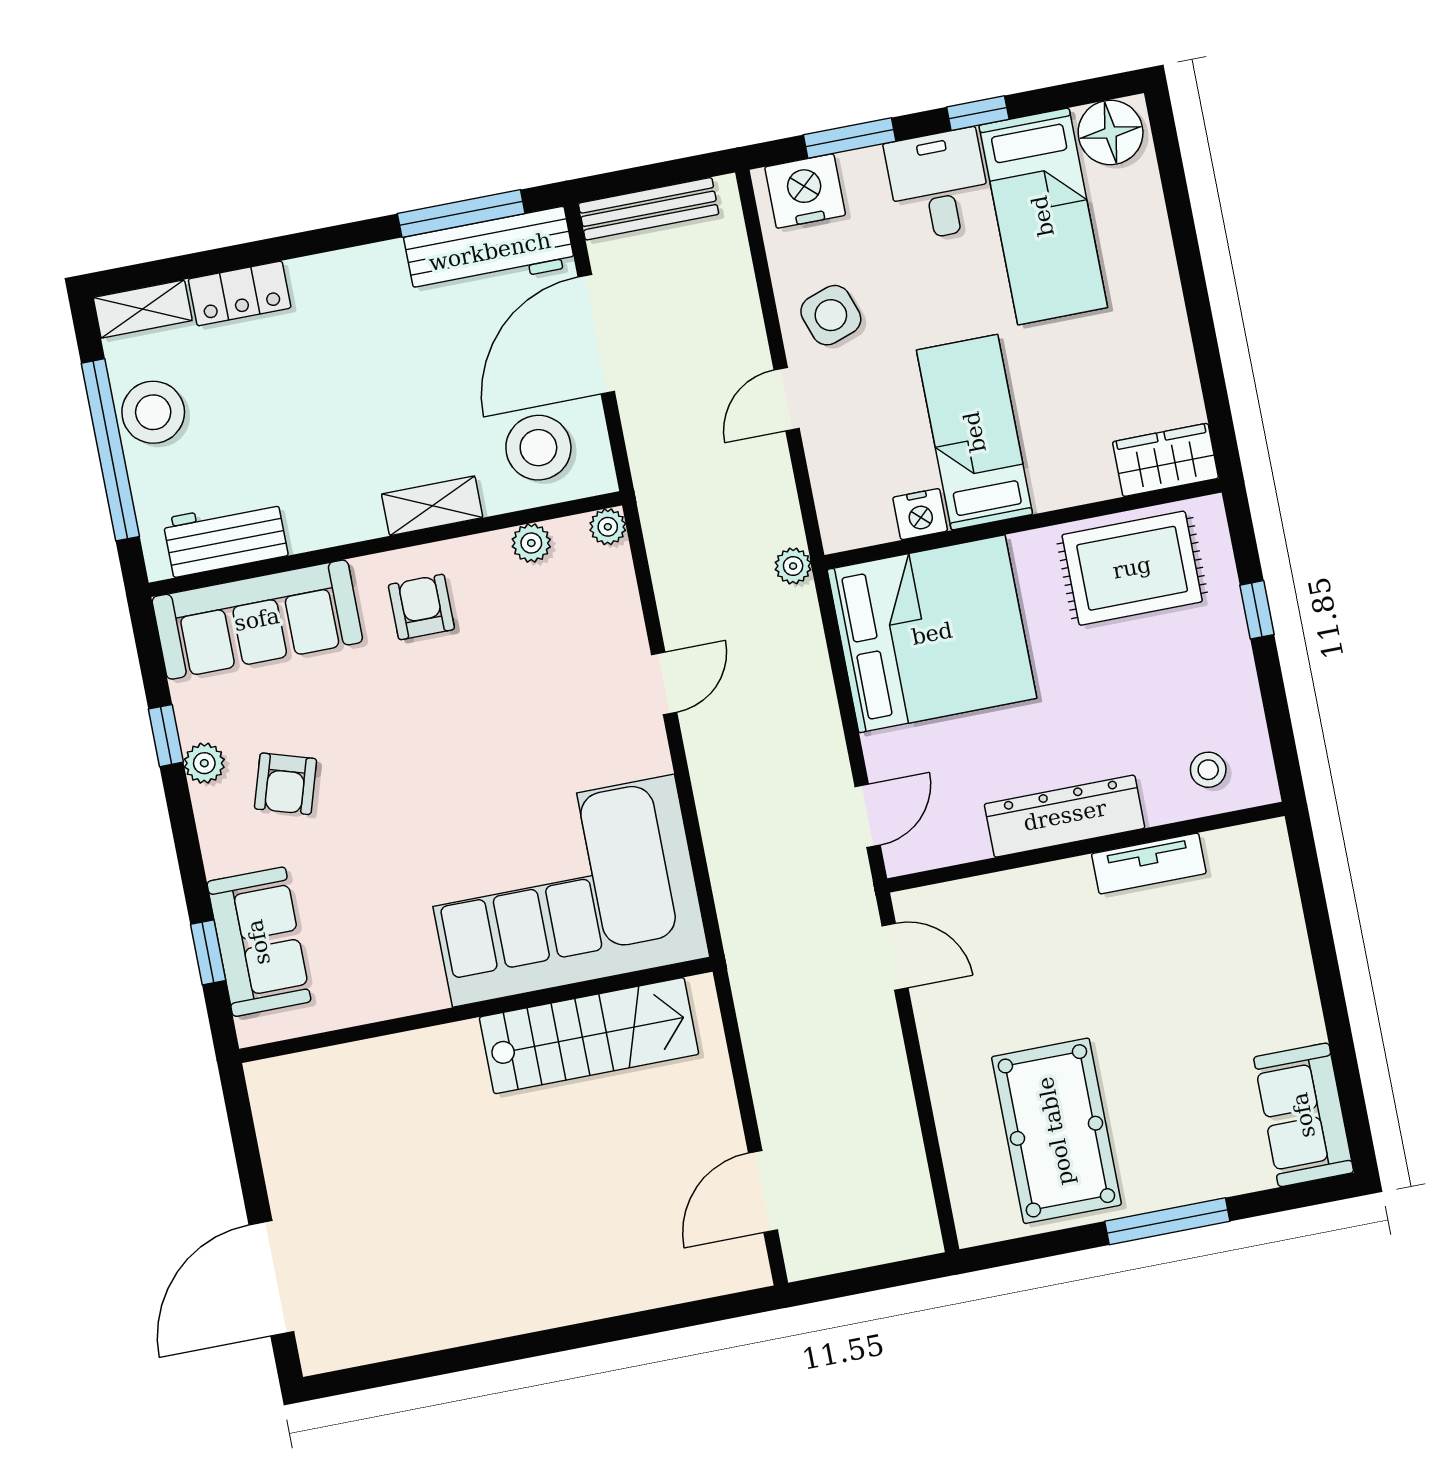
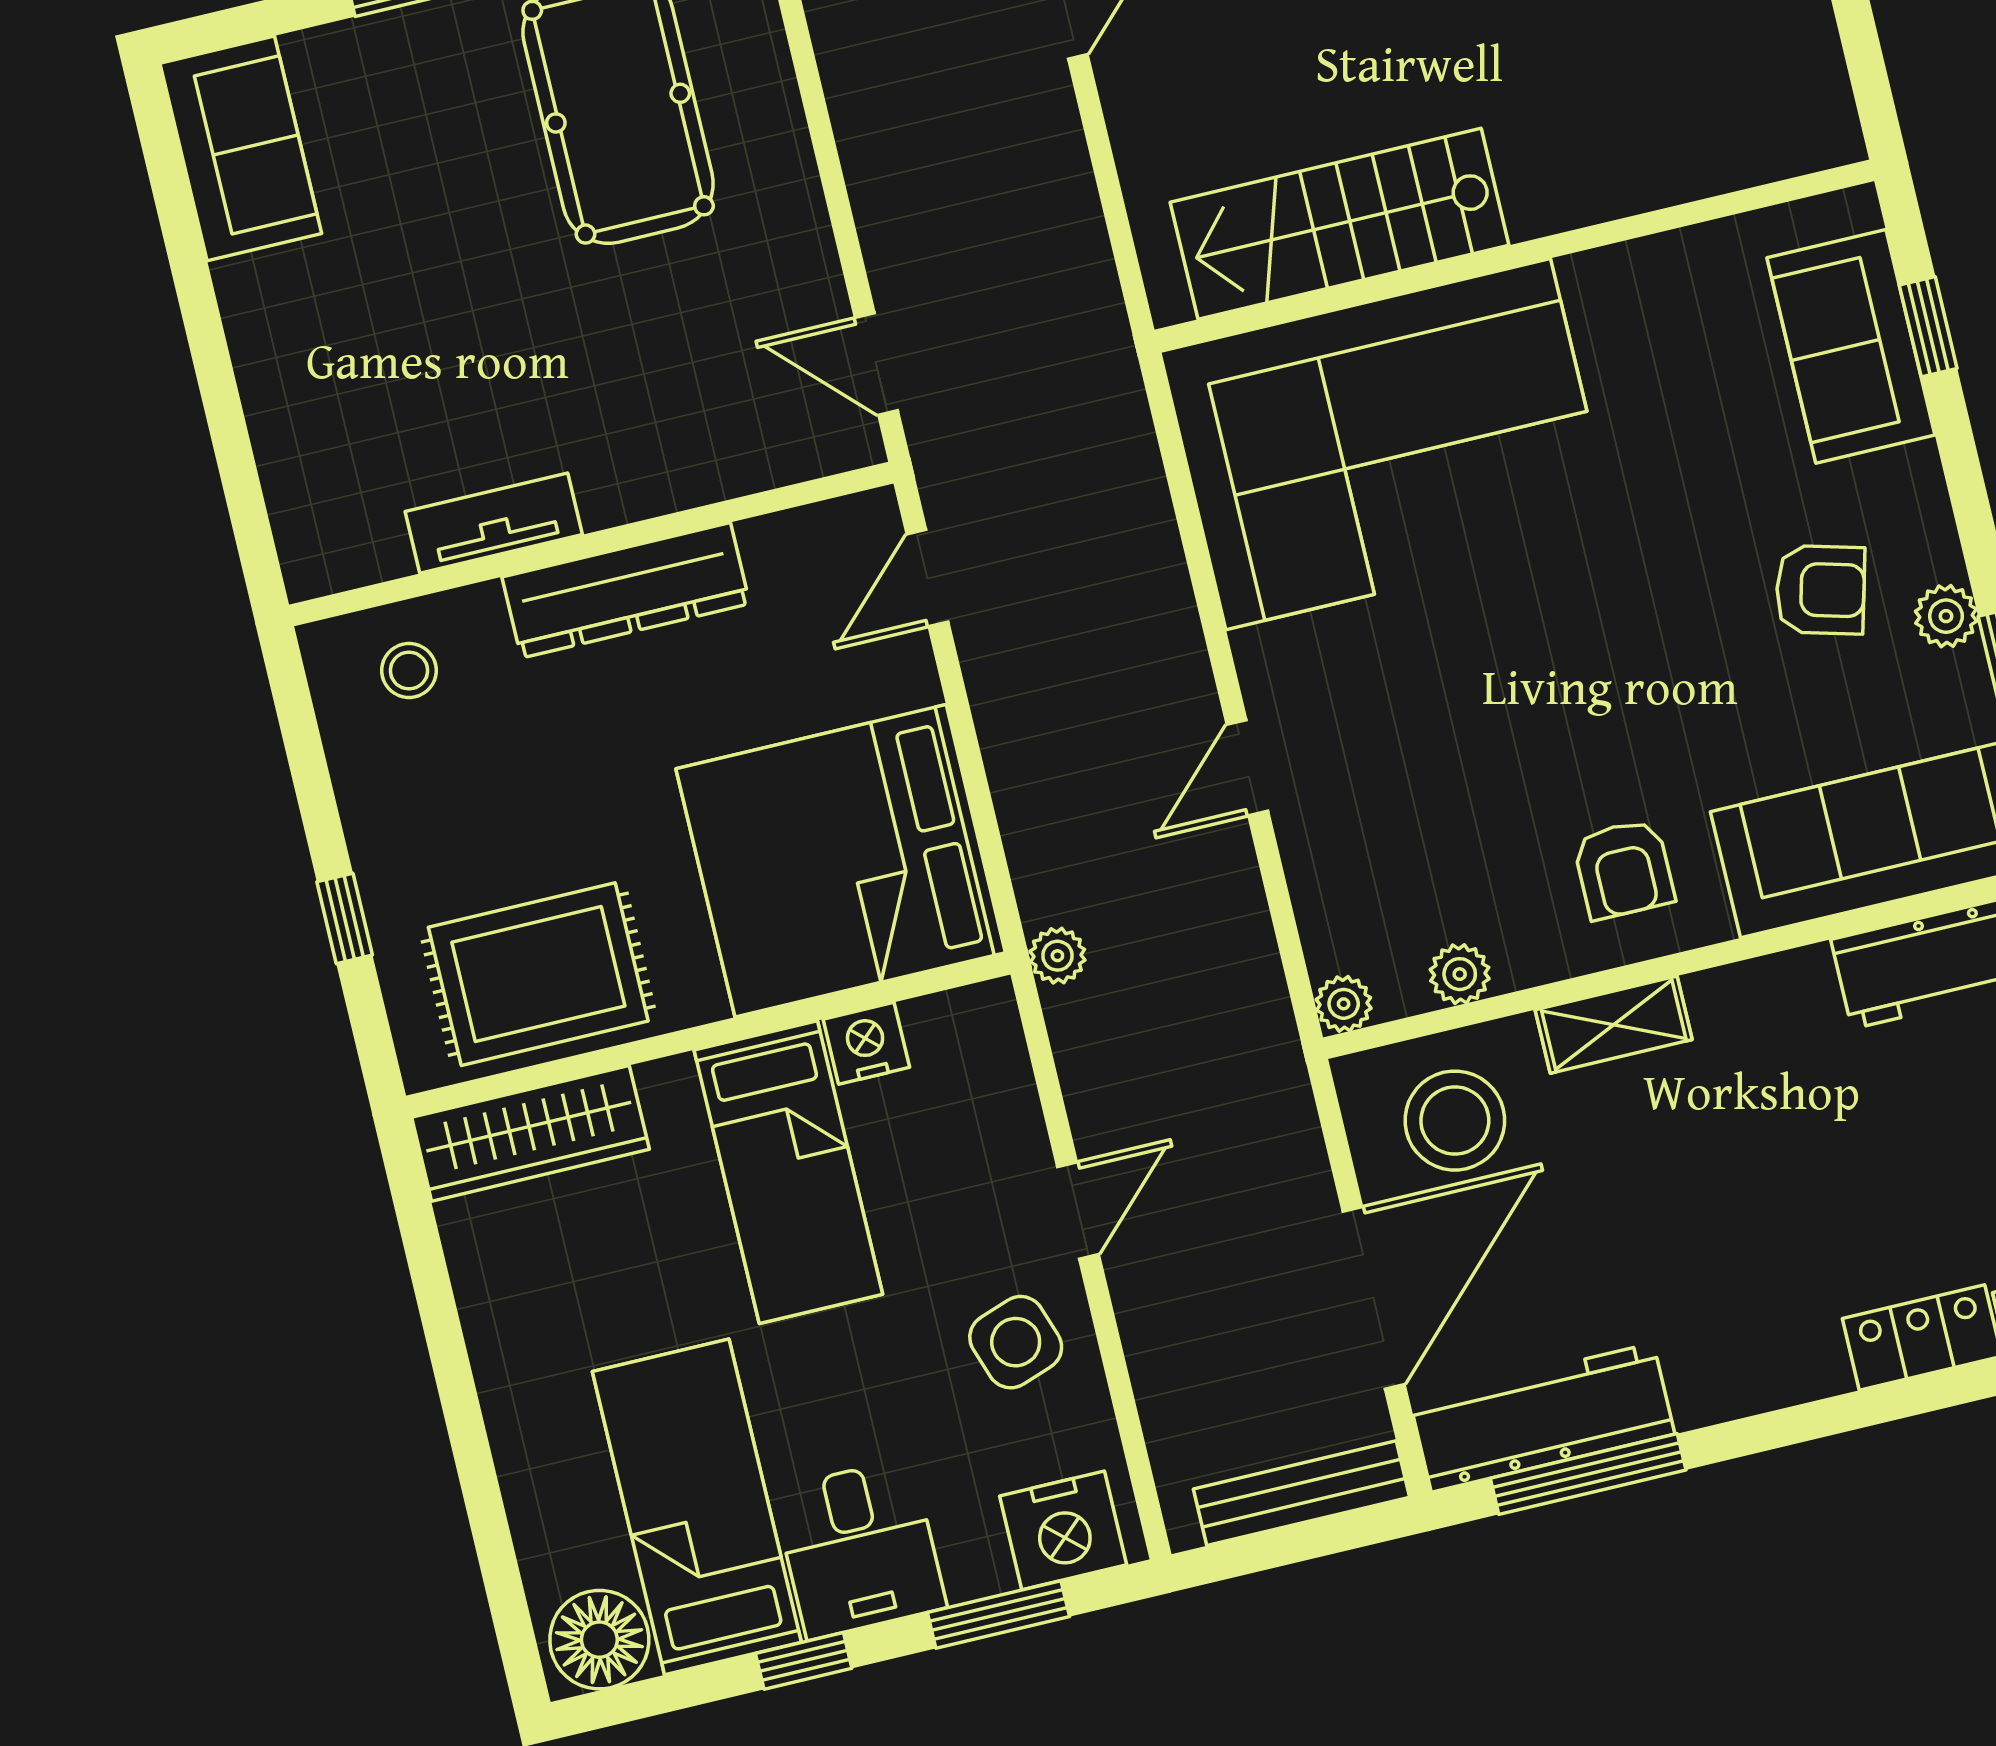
wardrobe: (1165, 460) -> (530, 1133), width x1.50
armchair: (286, 784) -> (1820, 590), turned 88

